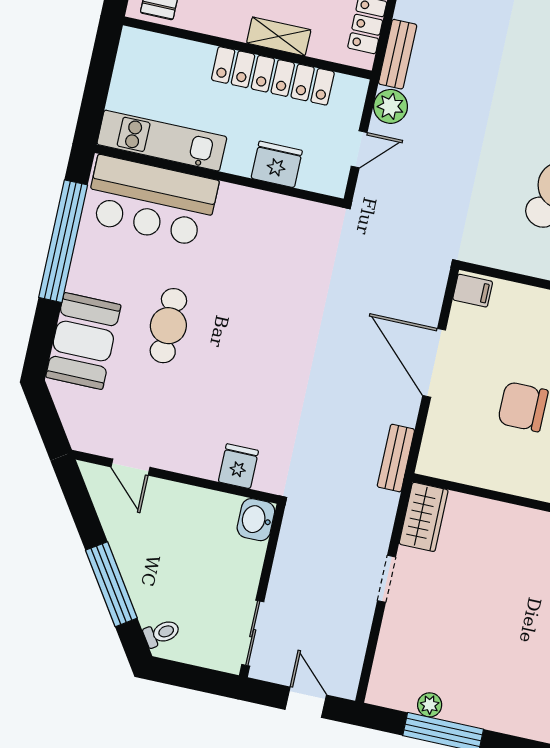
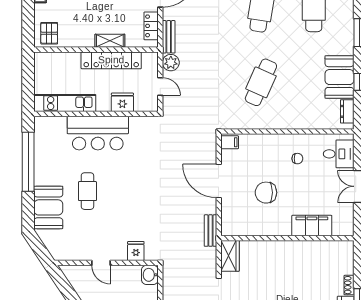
door: (359, 149) -> (160, 86), hinge flipped
bar counter: (151, 201) -> (98, 133), moved
door: (130, 467) -> (101, 263), moved

